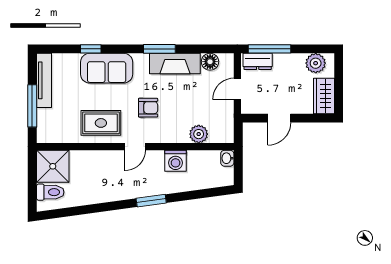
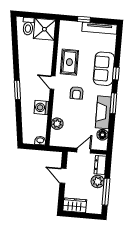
window: (91, 49) -> (116, 73), moved
window: (270, 49) -> (106, 192), moved
plant: (316, 63) -> (98, 181), moved
door: (237, 89) -> (84, 151), hinge flipped
window: (32, 106) -> (84, 19), width x0.46

